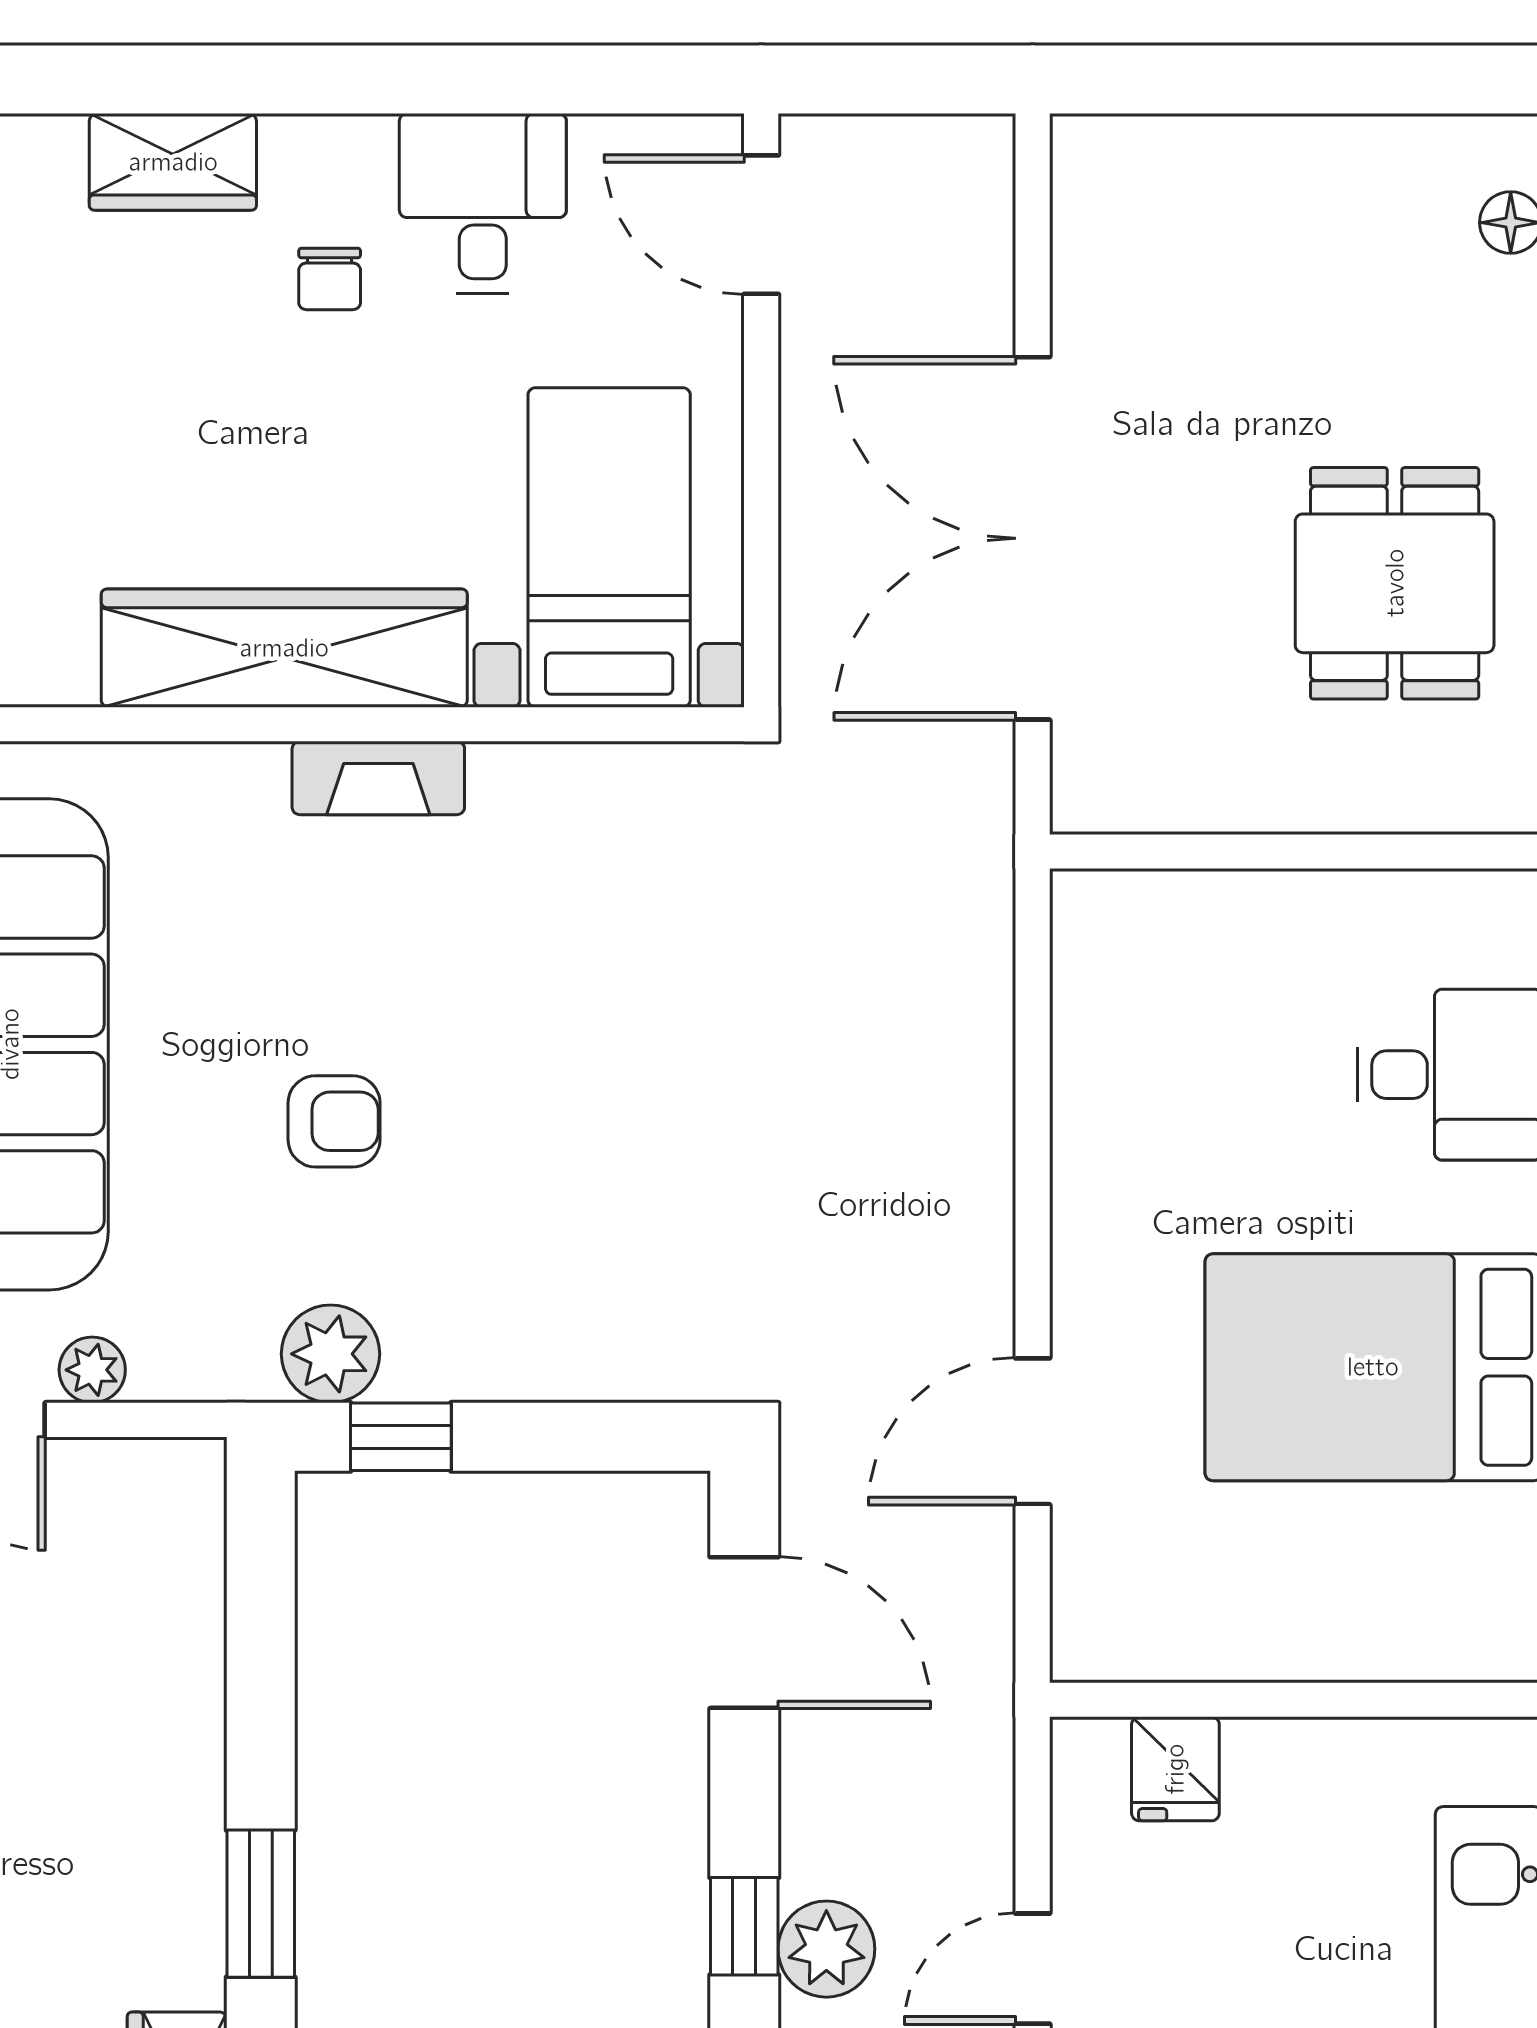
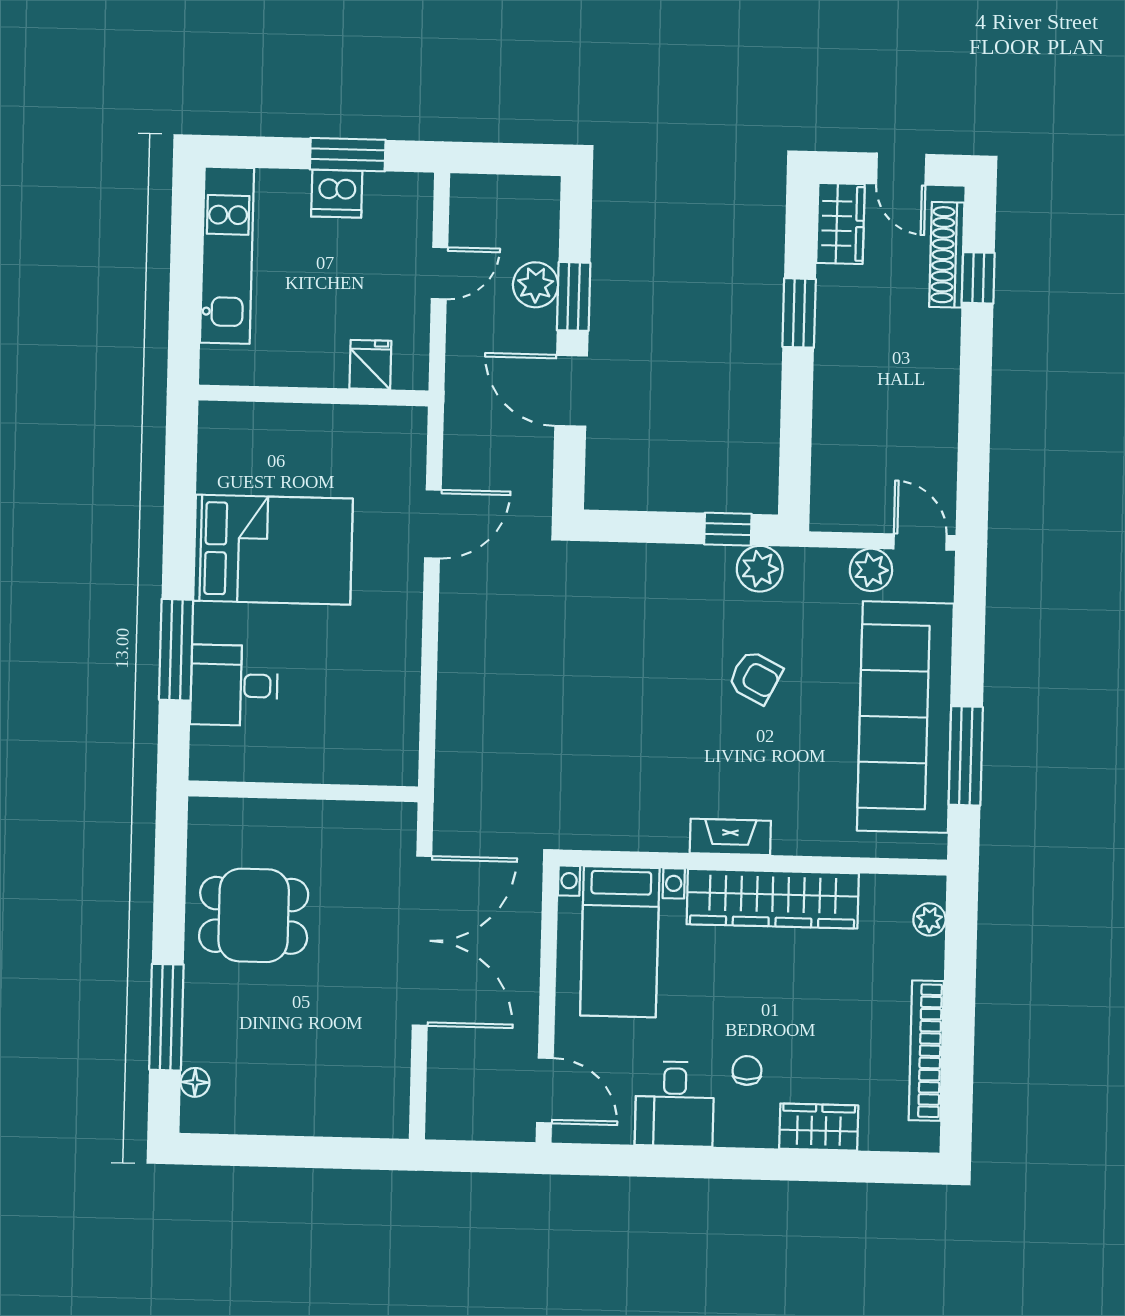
dining table: (1395, 583) -> (254, 915), turned 90
armchair: (334, 1121) -> (755, 677), turned -153
plant: (92, 1370) -> (871, 570), width x1.38, depth x1.38
door: (744, 1633) -> (571, 391), moved
window: (744, 1926) -> (574, 296), width x1.50

